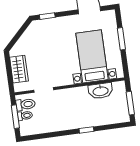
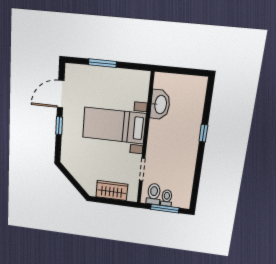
window: (47, 16) -> (59, 126), moved
bed with nightstands: (92, 56) -> (114, 125), moved
window: (130, 103) -> (185, 71), removed

